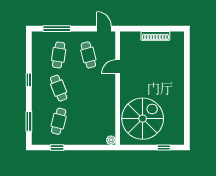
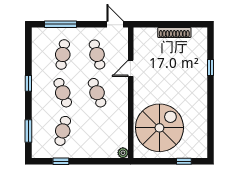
window: (187, 66) -> (211, 67), added
cafe table: (88, 88) -> (97, 93), added

